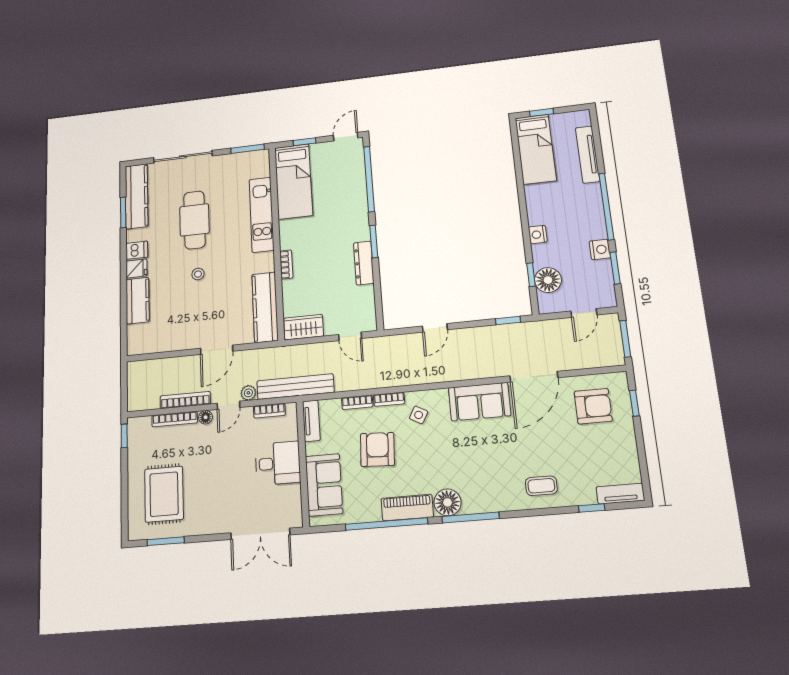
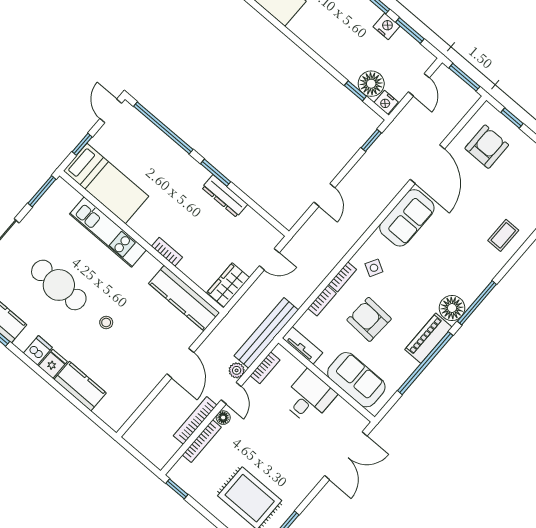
nightstand: (538, 235) -> (386, 102), moved

